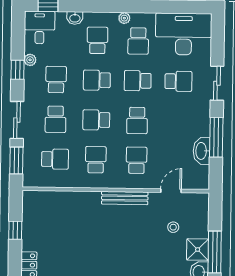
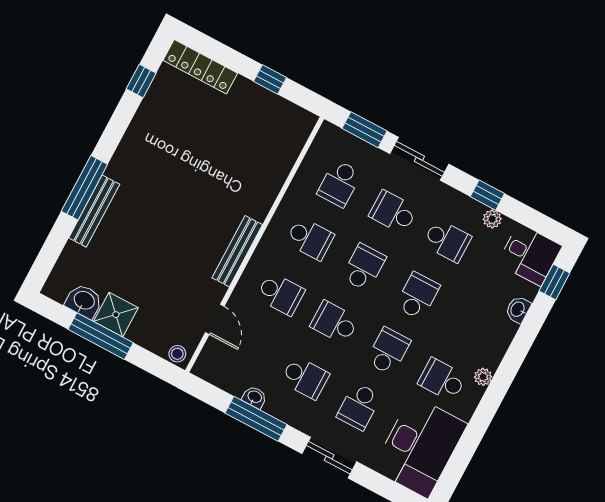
school desk: (97, 40) -> (305, 378), moved
washbasin: (202, 151) -> (254, 397), width x0.52, depth x0.69
stool: (173, 227) -> (177, 354), moved

